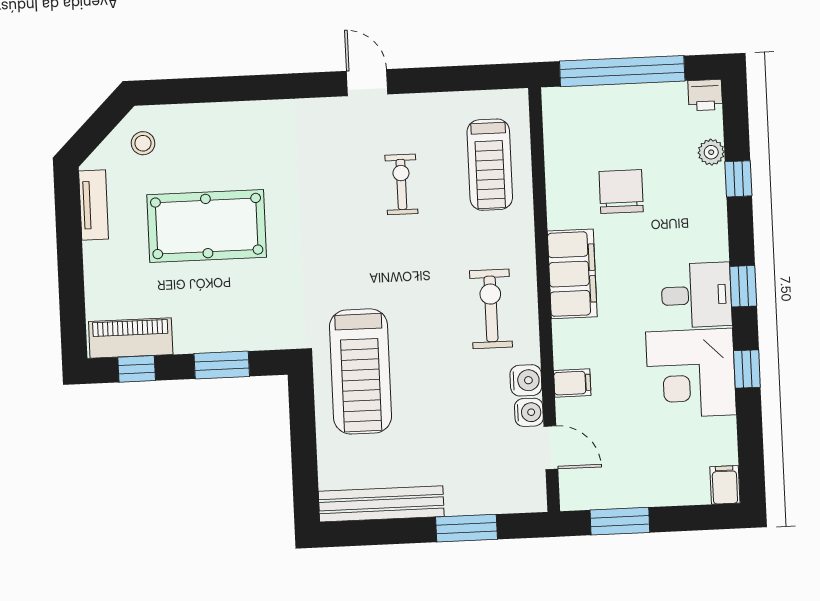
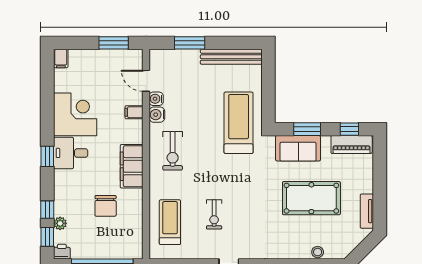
stool: (143, 143) -> (318, 252), moved
sofa: (238, 326) -> (298, 148), added
window: (747, 369) -> (47, 237), moved

